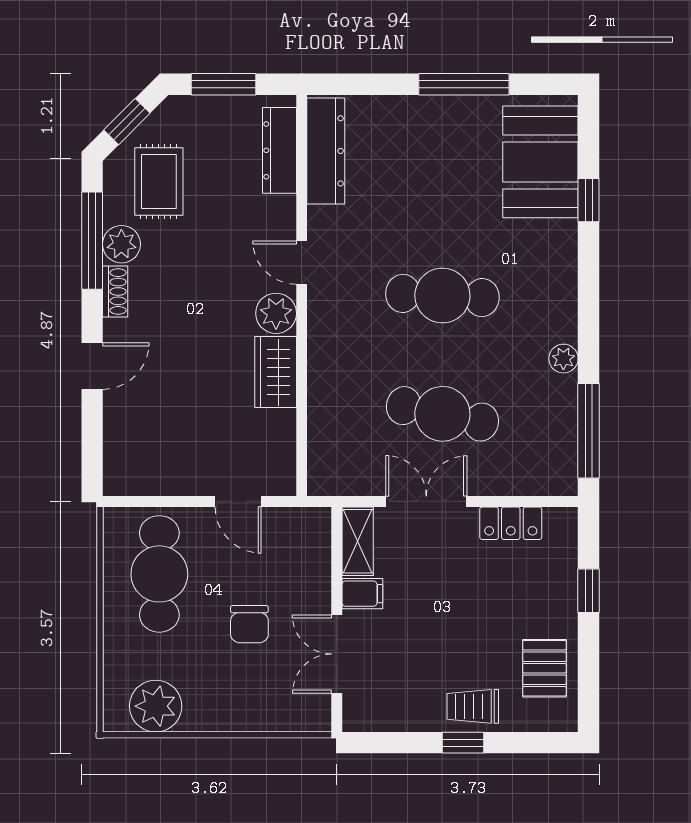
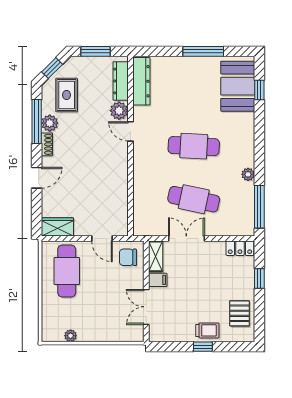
window: (589, 200) -> (259, 90), moved
plant: (276, 313) -> (119, 111), moved
wardrobe: (276, 372) -> (57, 227), moved, turned 90
locker: (511, 523) -> (240, 248), moved
chair: (249, 624) -> (128, 257), moved, turned 90
plant: (156, 706) -> (71, 336), width x0.53, depth x0.53
trolley: (473, 706) -> (207, 330), turned 180

